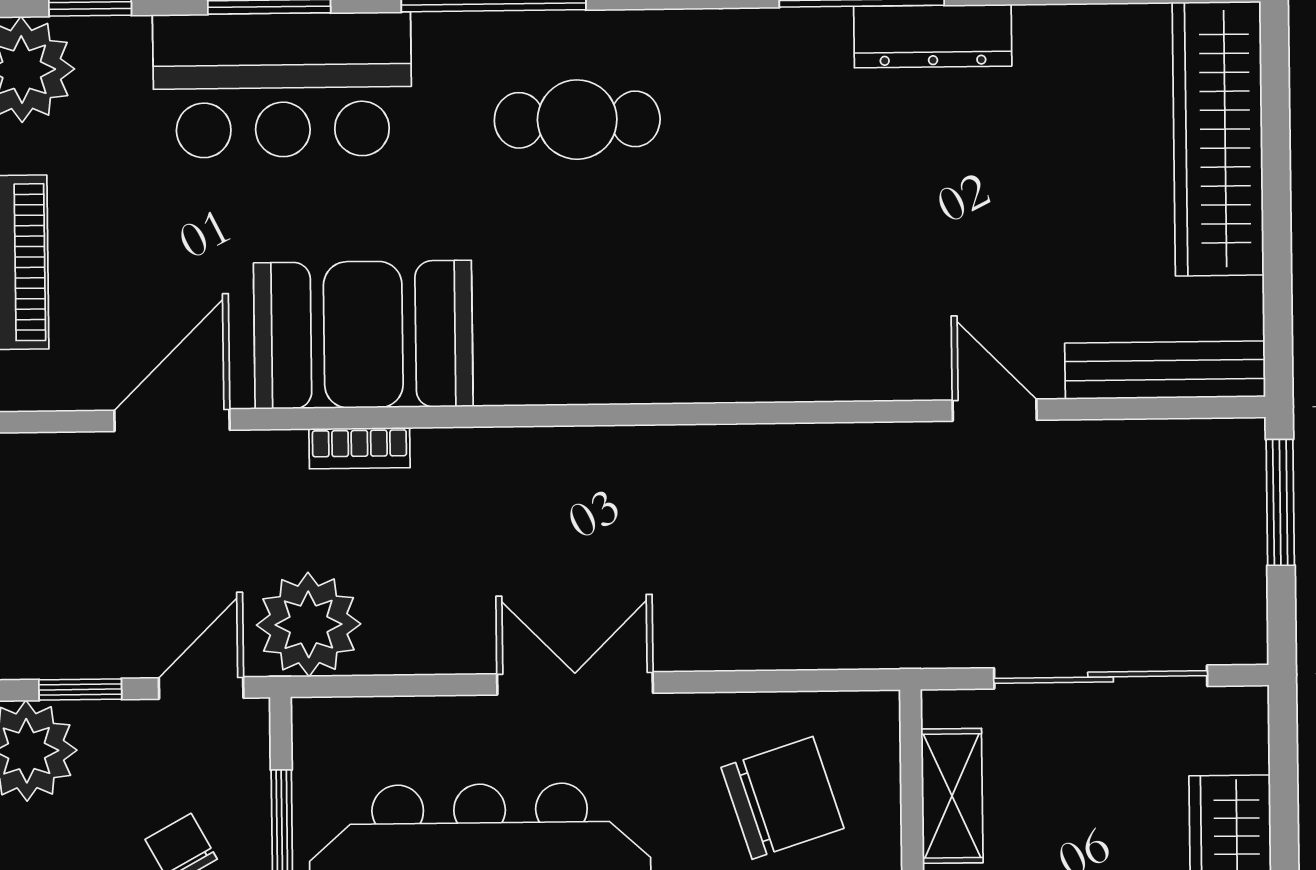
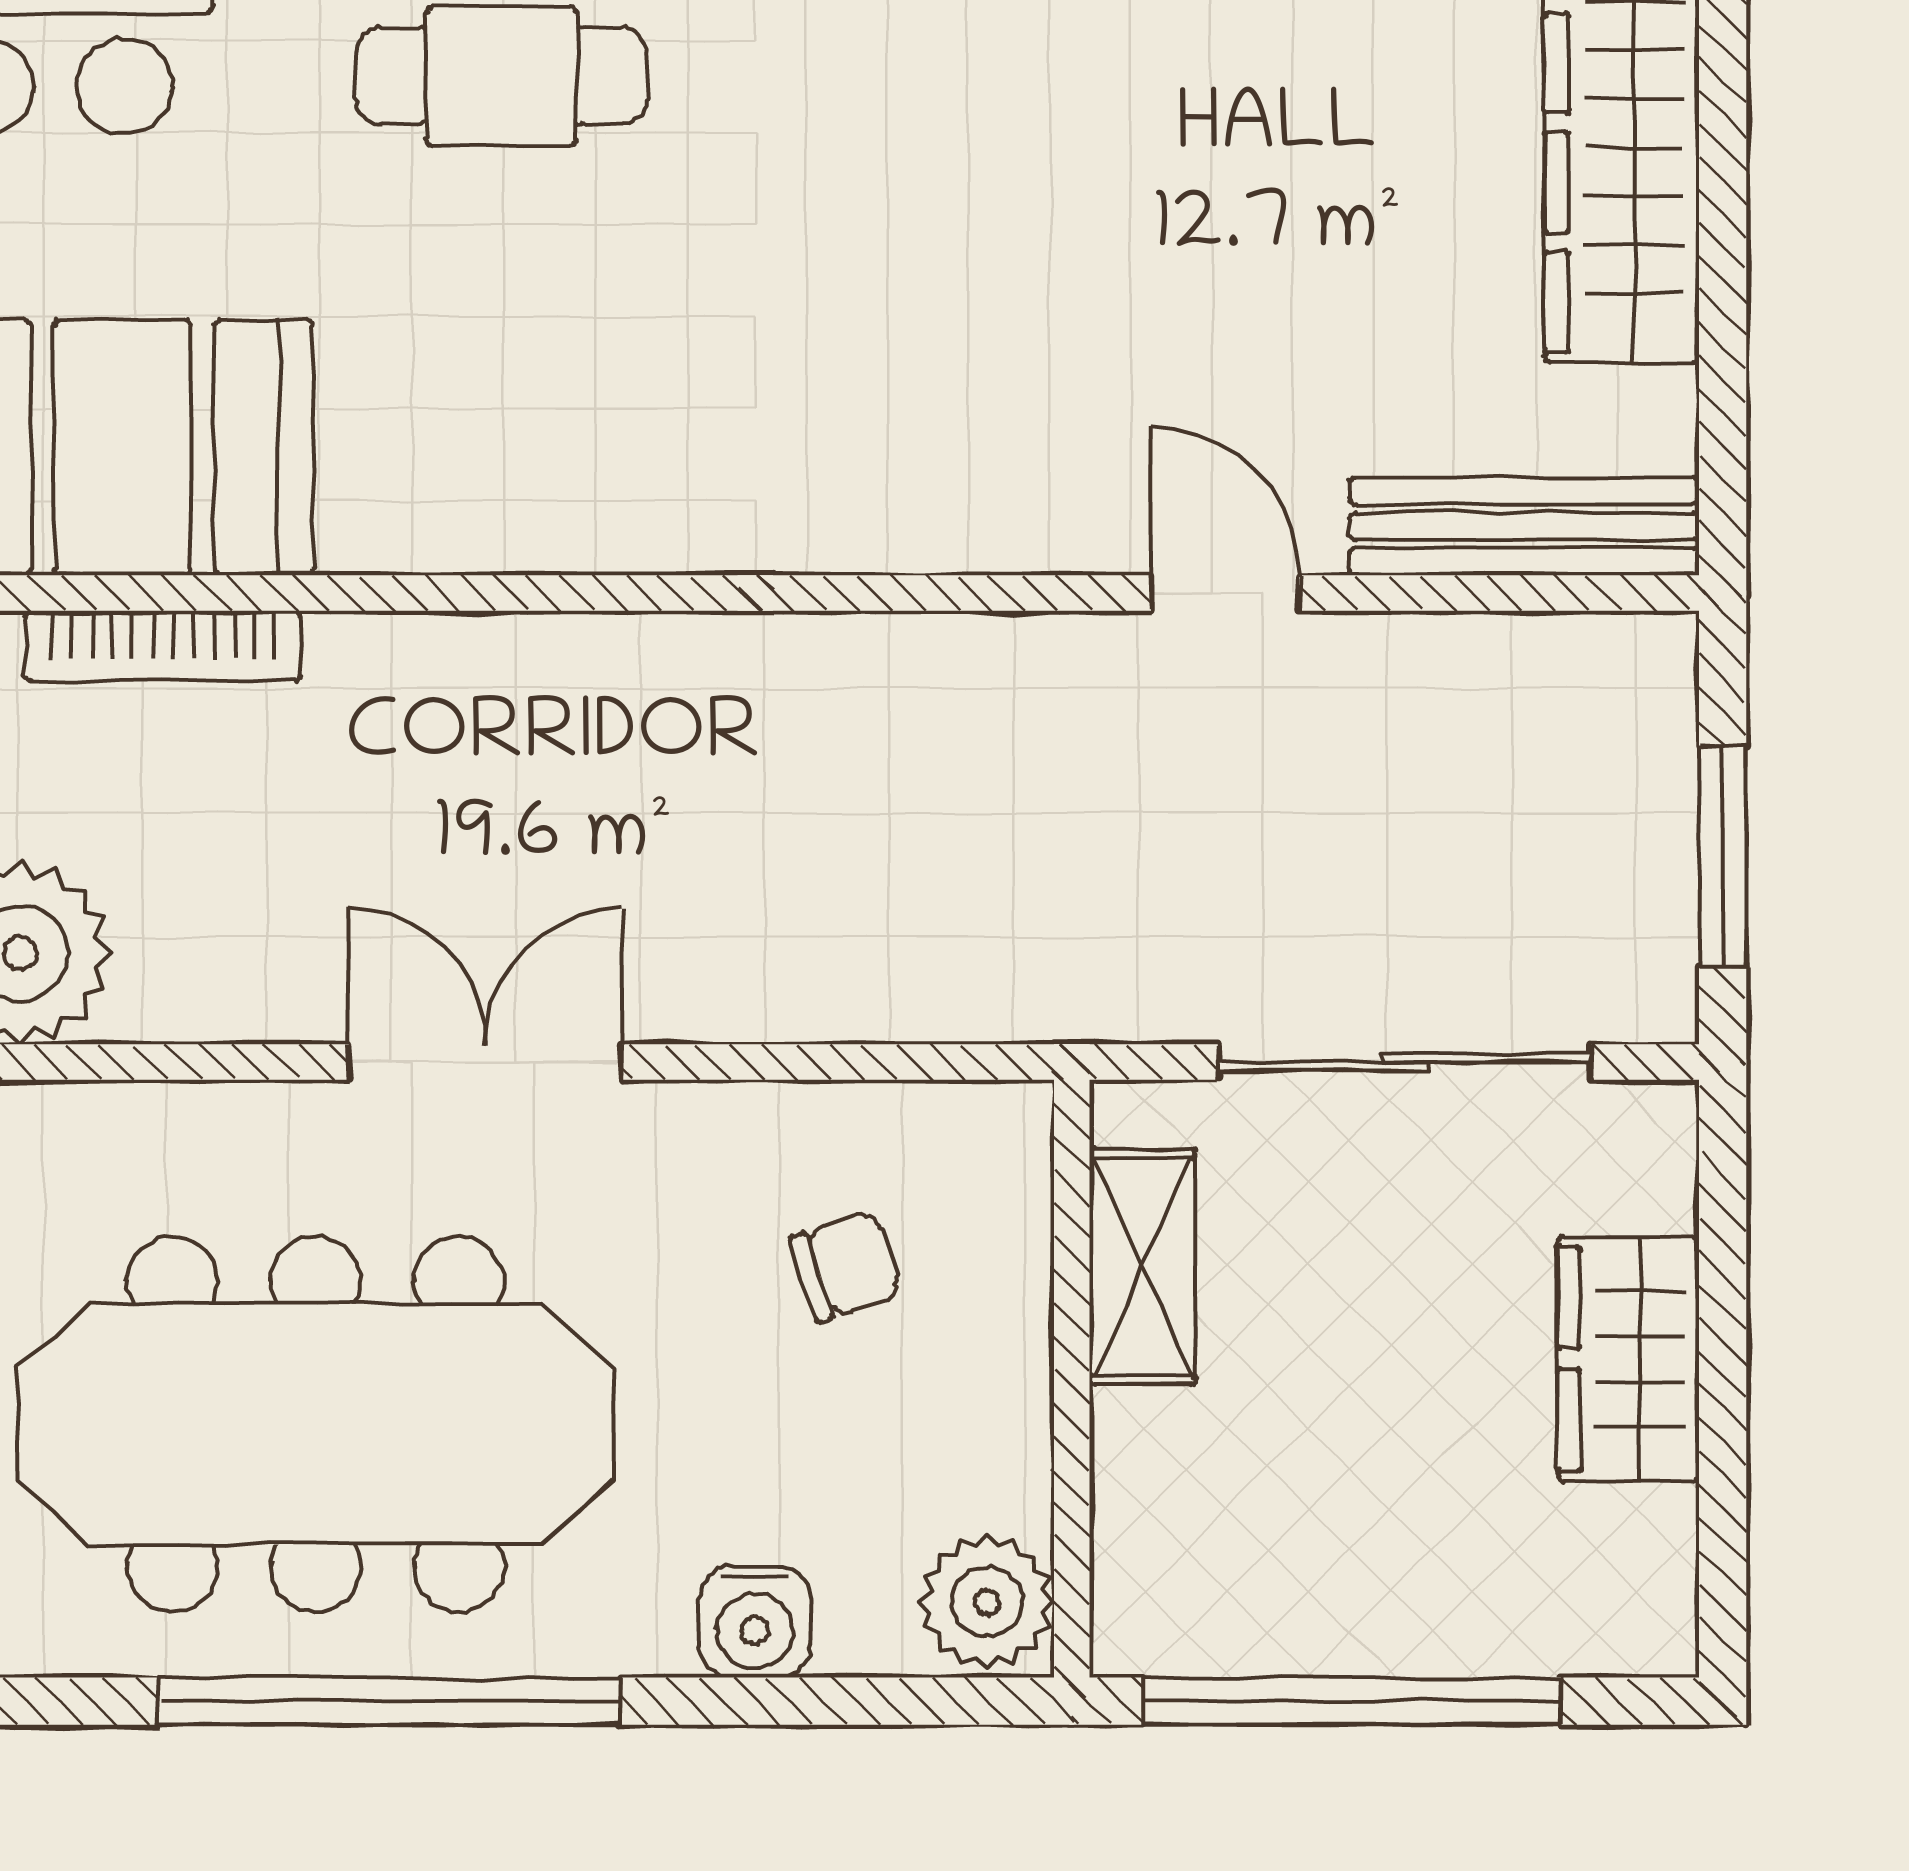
bookcase: (360, 448) -> (163, 646), width x1.56
window: (1280, 502) -> (1723, 857), moved
chair: (783, 798) -> (846, 1267), width x0.54, depth x0.54

